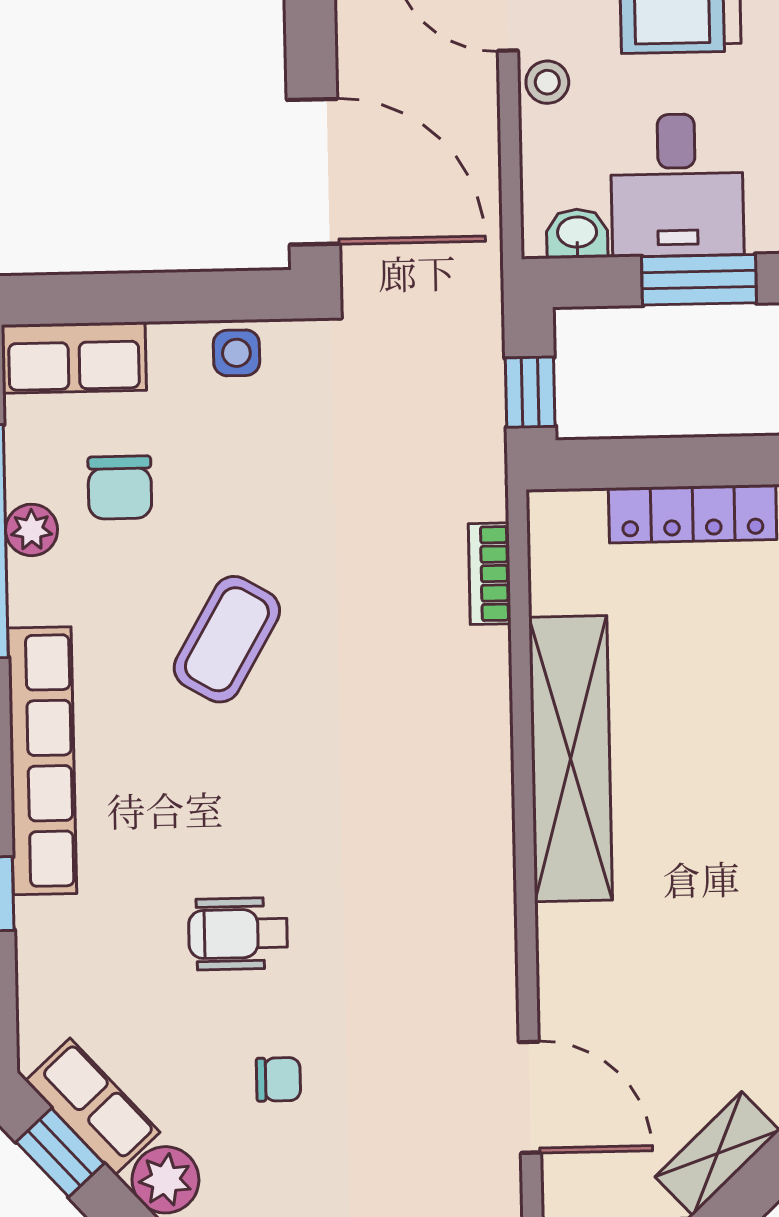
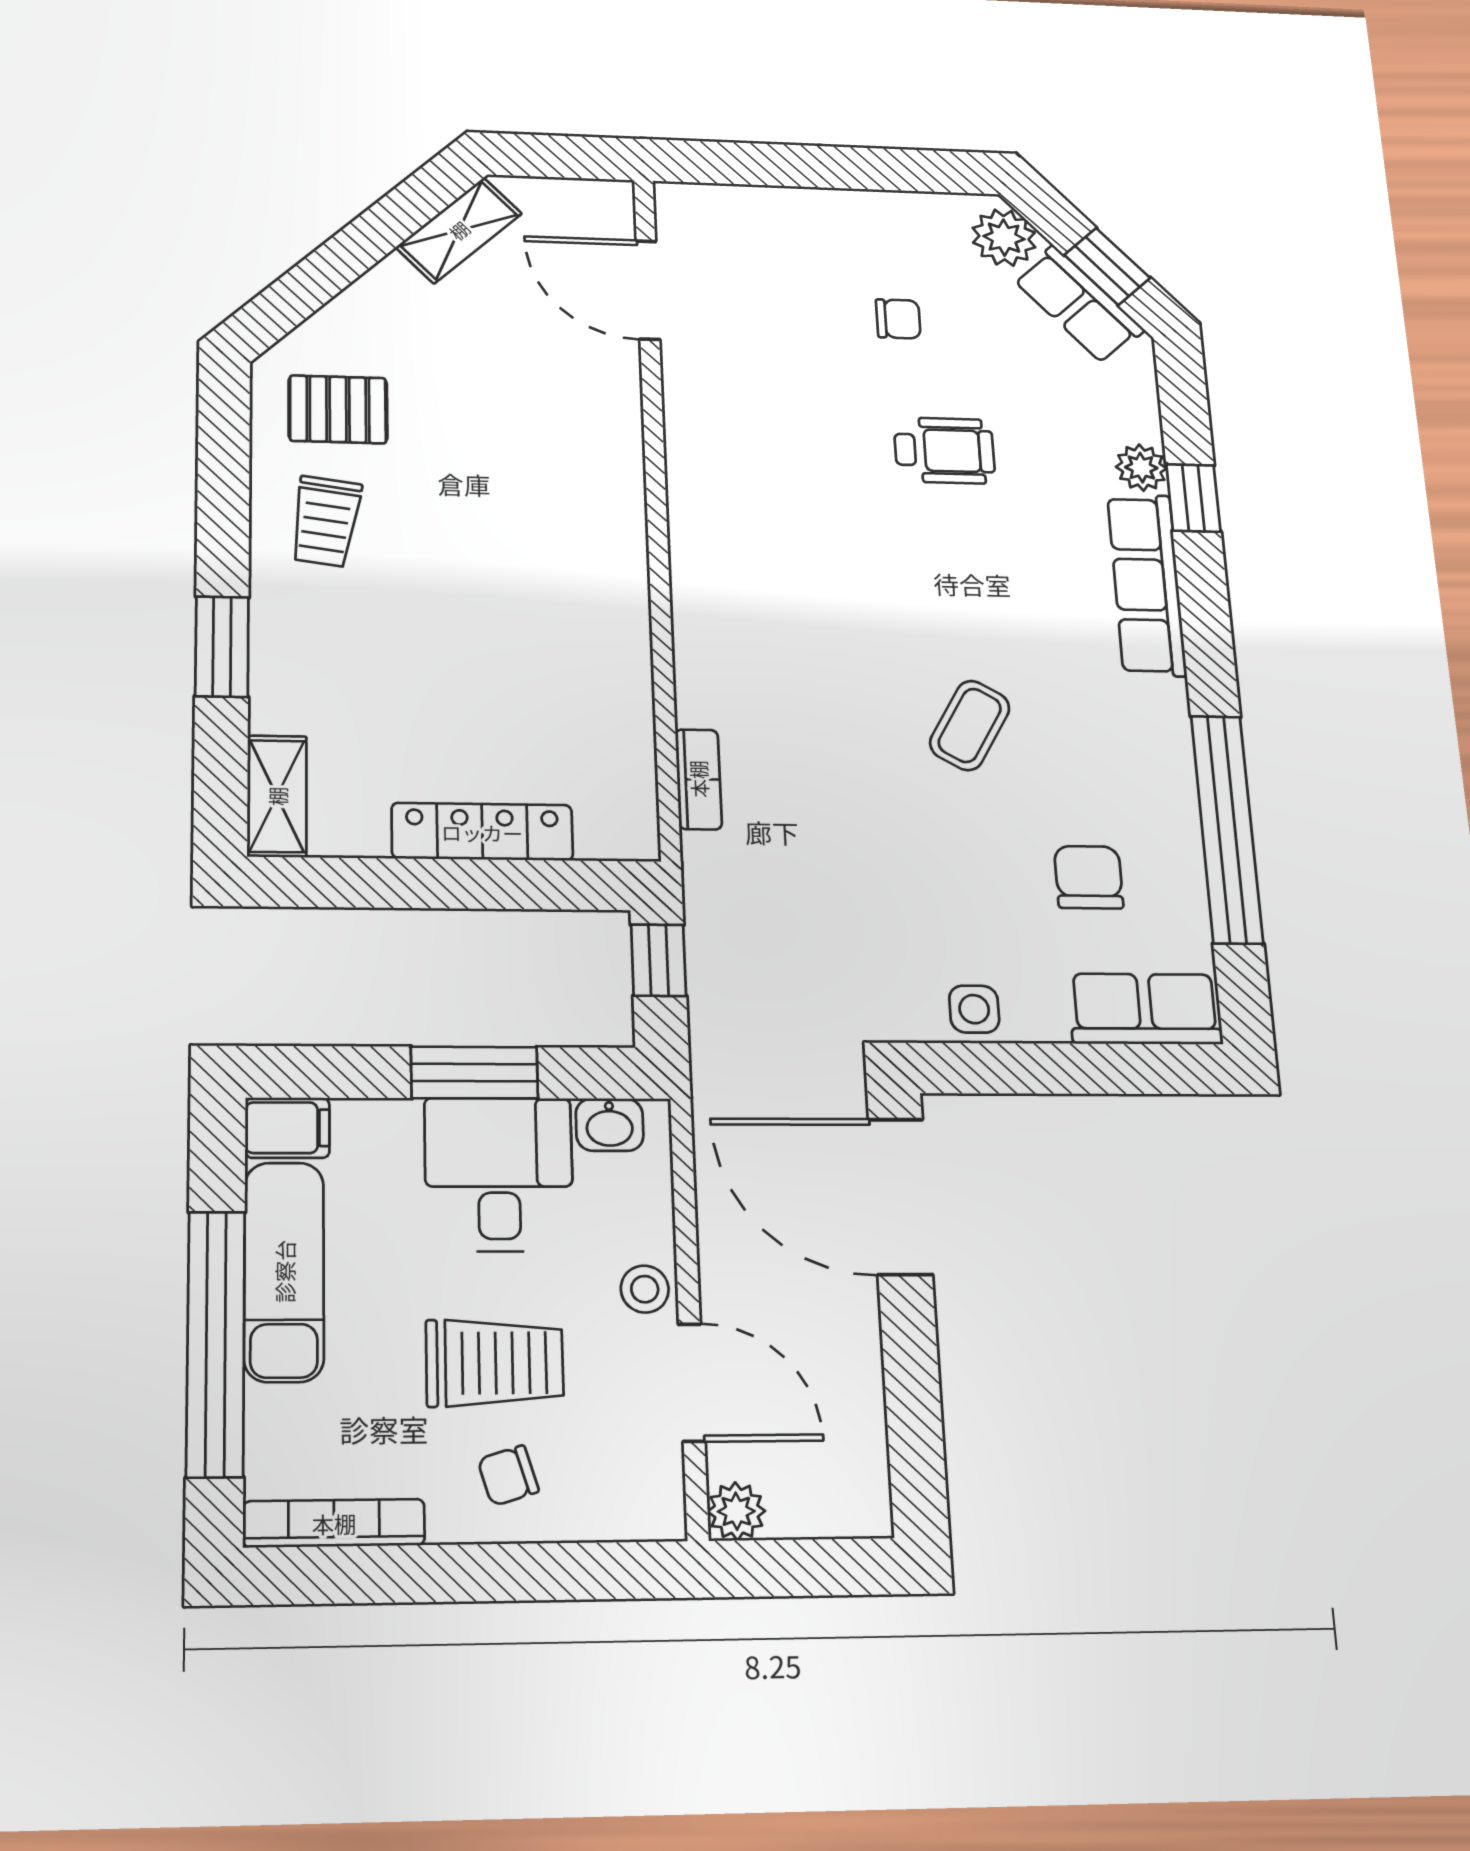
plant: (32, 530) -> (1141, 468), moved
coffee table: (227, 639) -> (970, 725), width x0.73, depth x0.77
shelving: (571, 759) -> (610, 598), removed
row of seats: (42, 761) -> (1147, 585), width x0.73
chair: (278, 1079) -> (898, 319), turned 180

